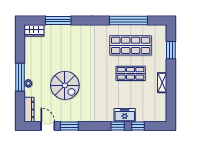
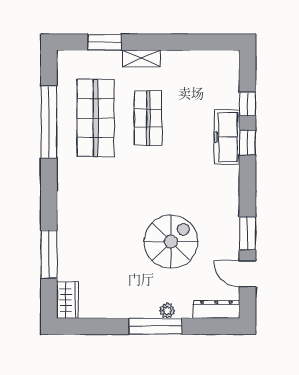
shelving: (162, 83) -> (141, 58), moved
freezer: (125, 115) -> (227, 137), width x1.40
door: (48, 126) -> (247, 274), hinge flipped

